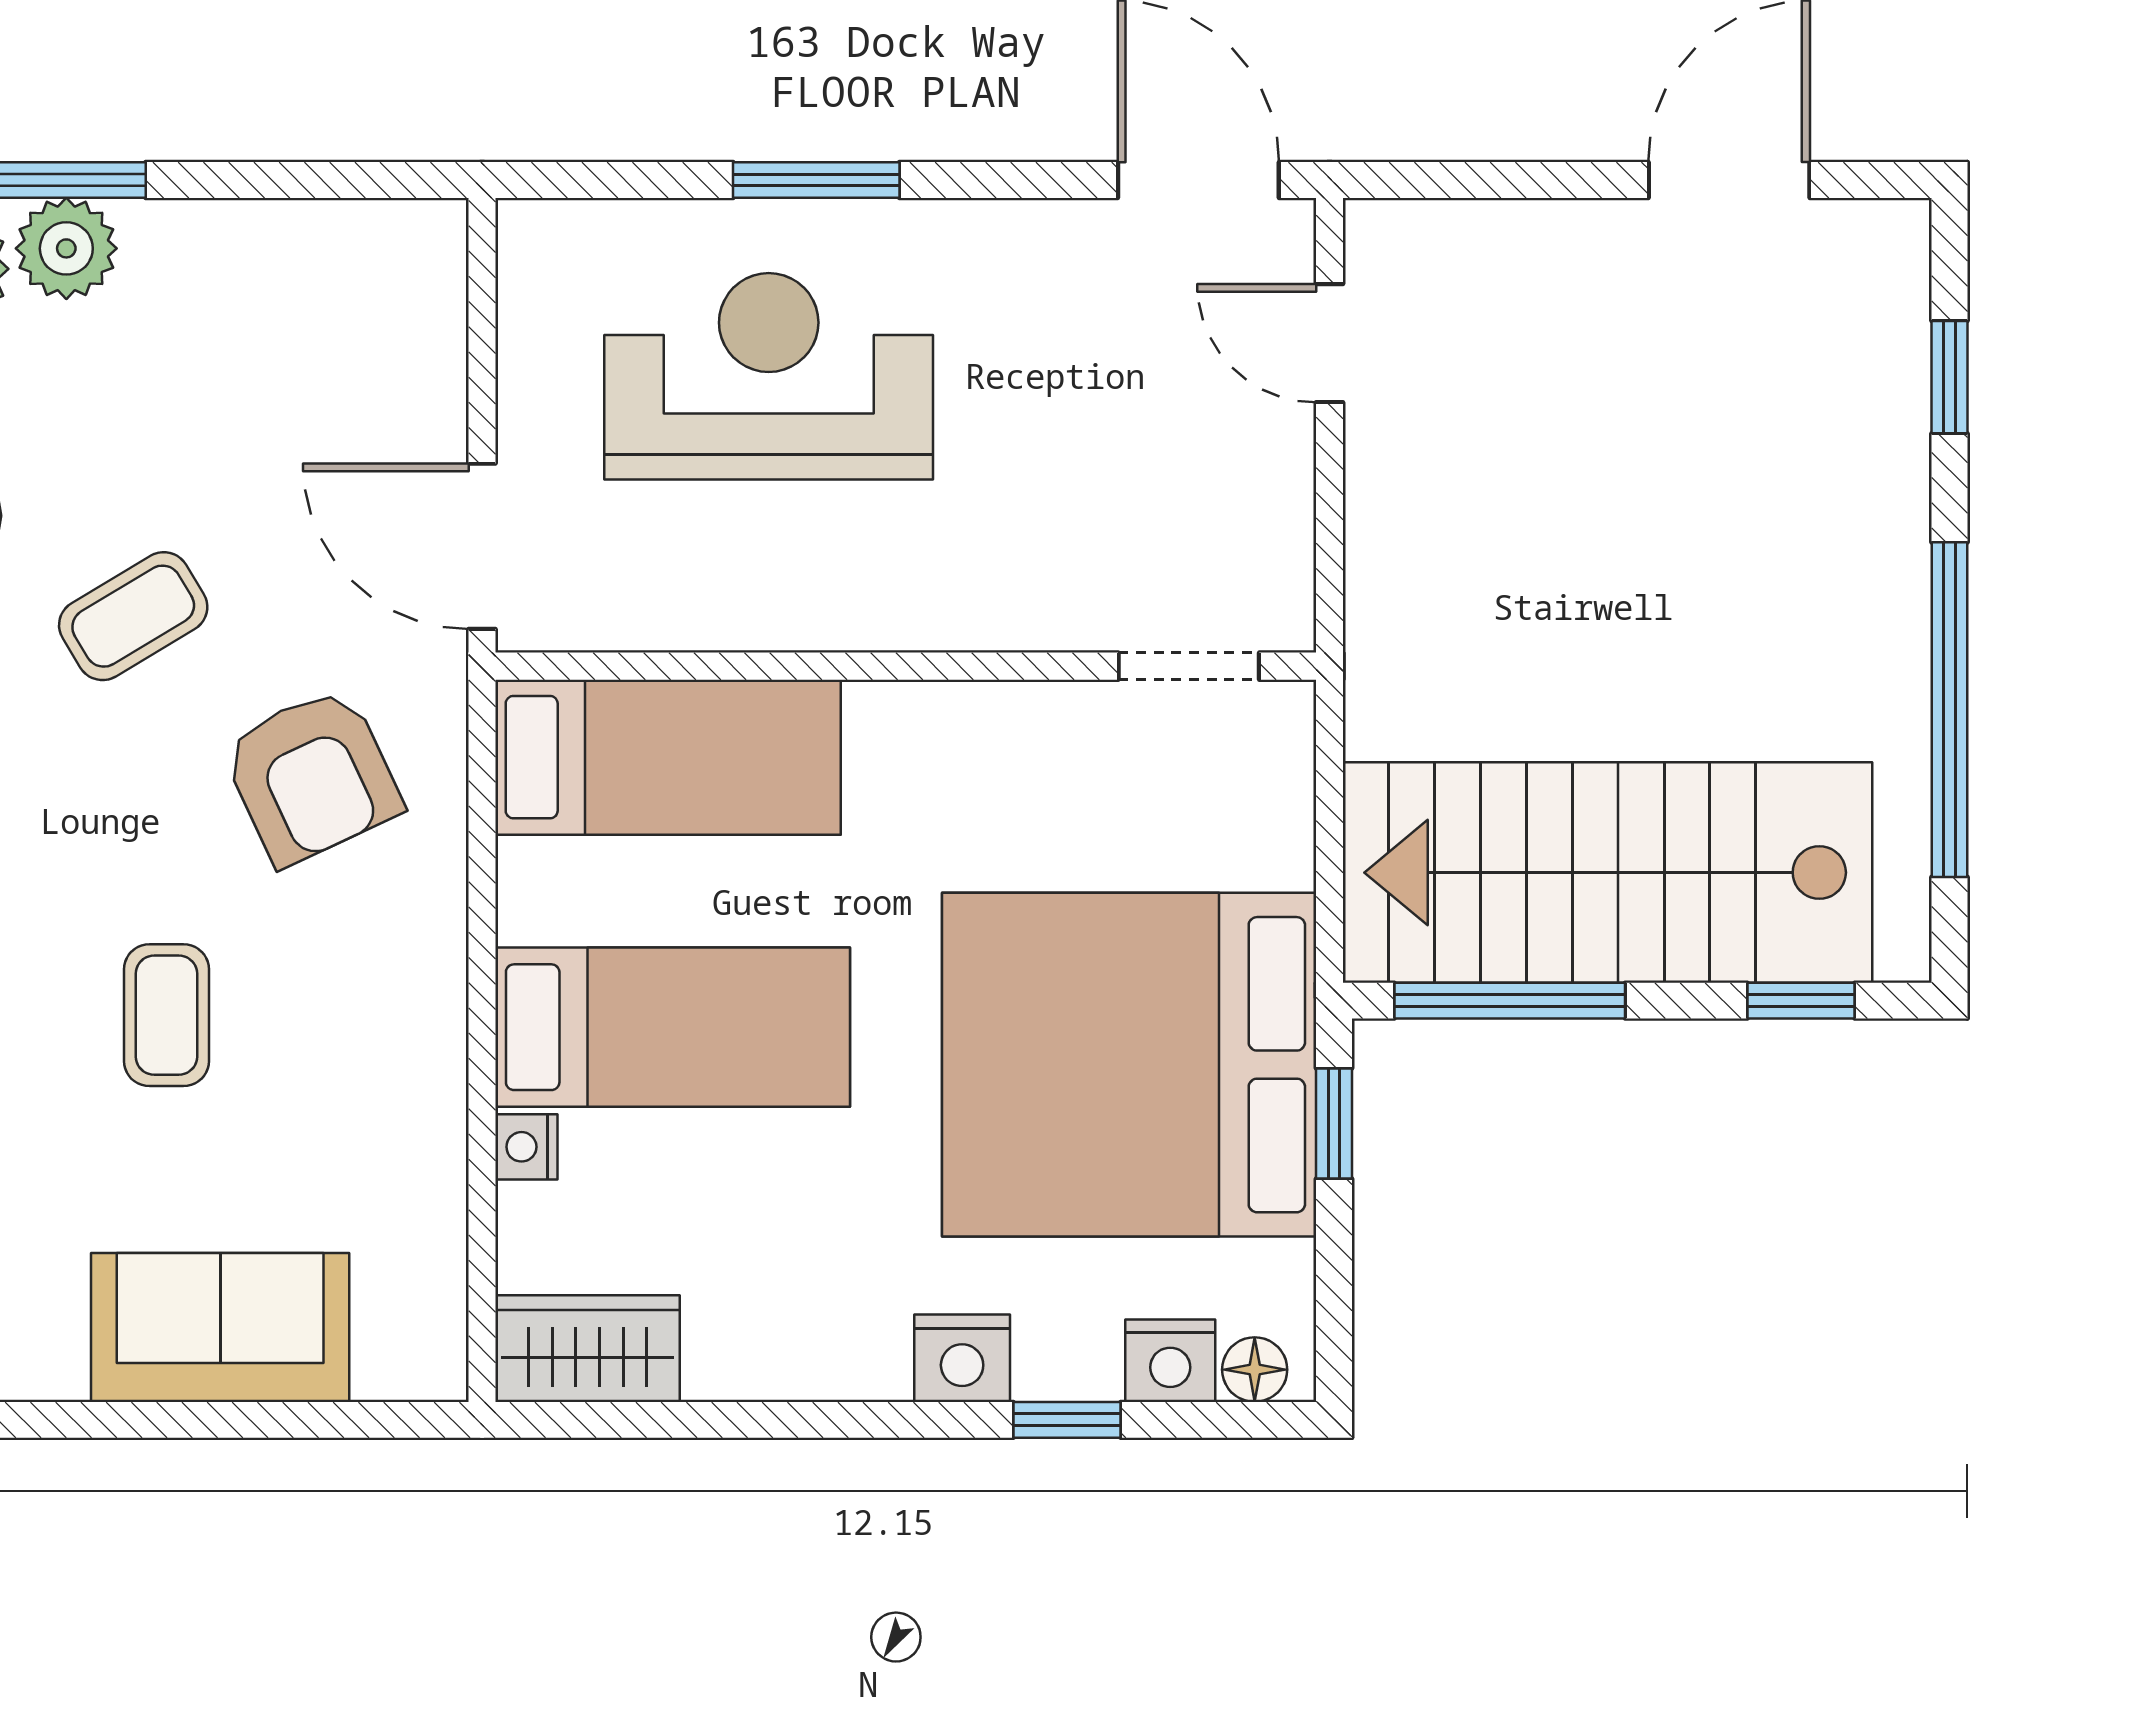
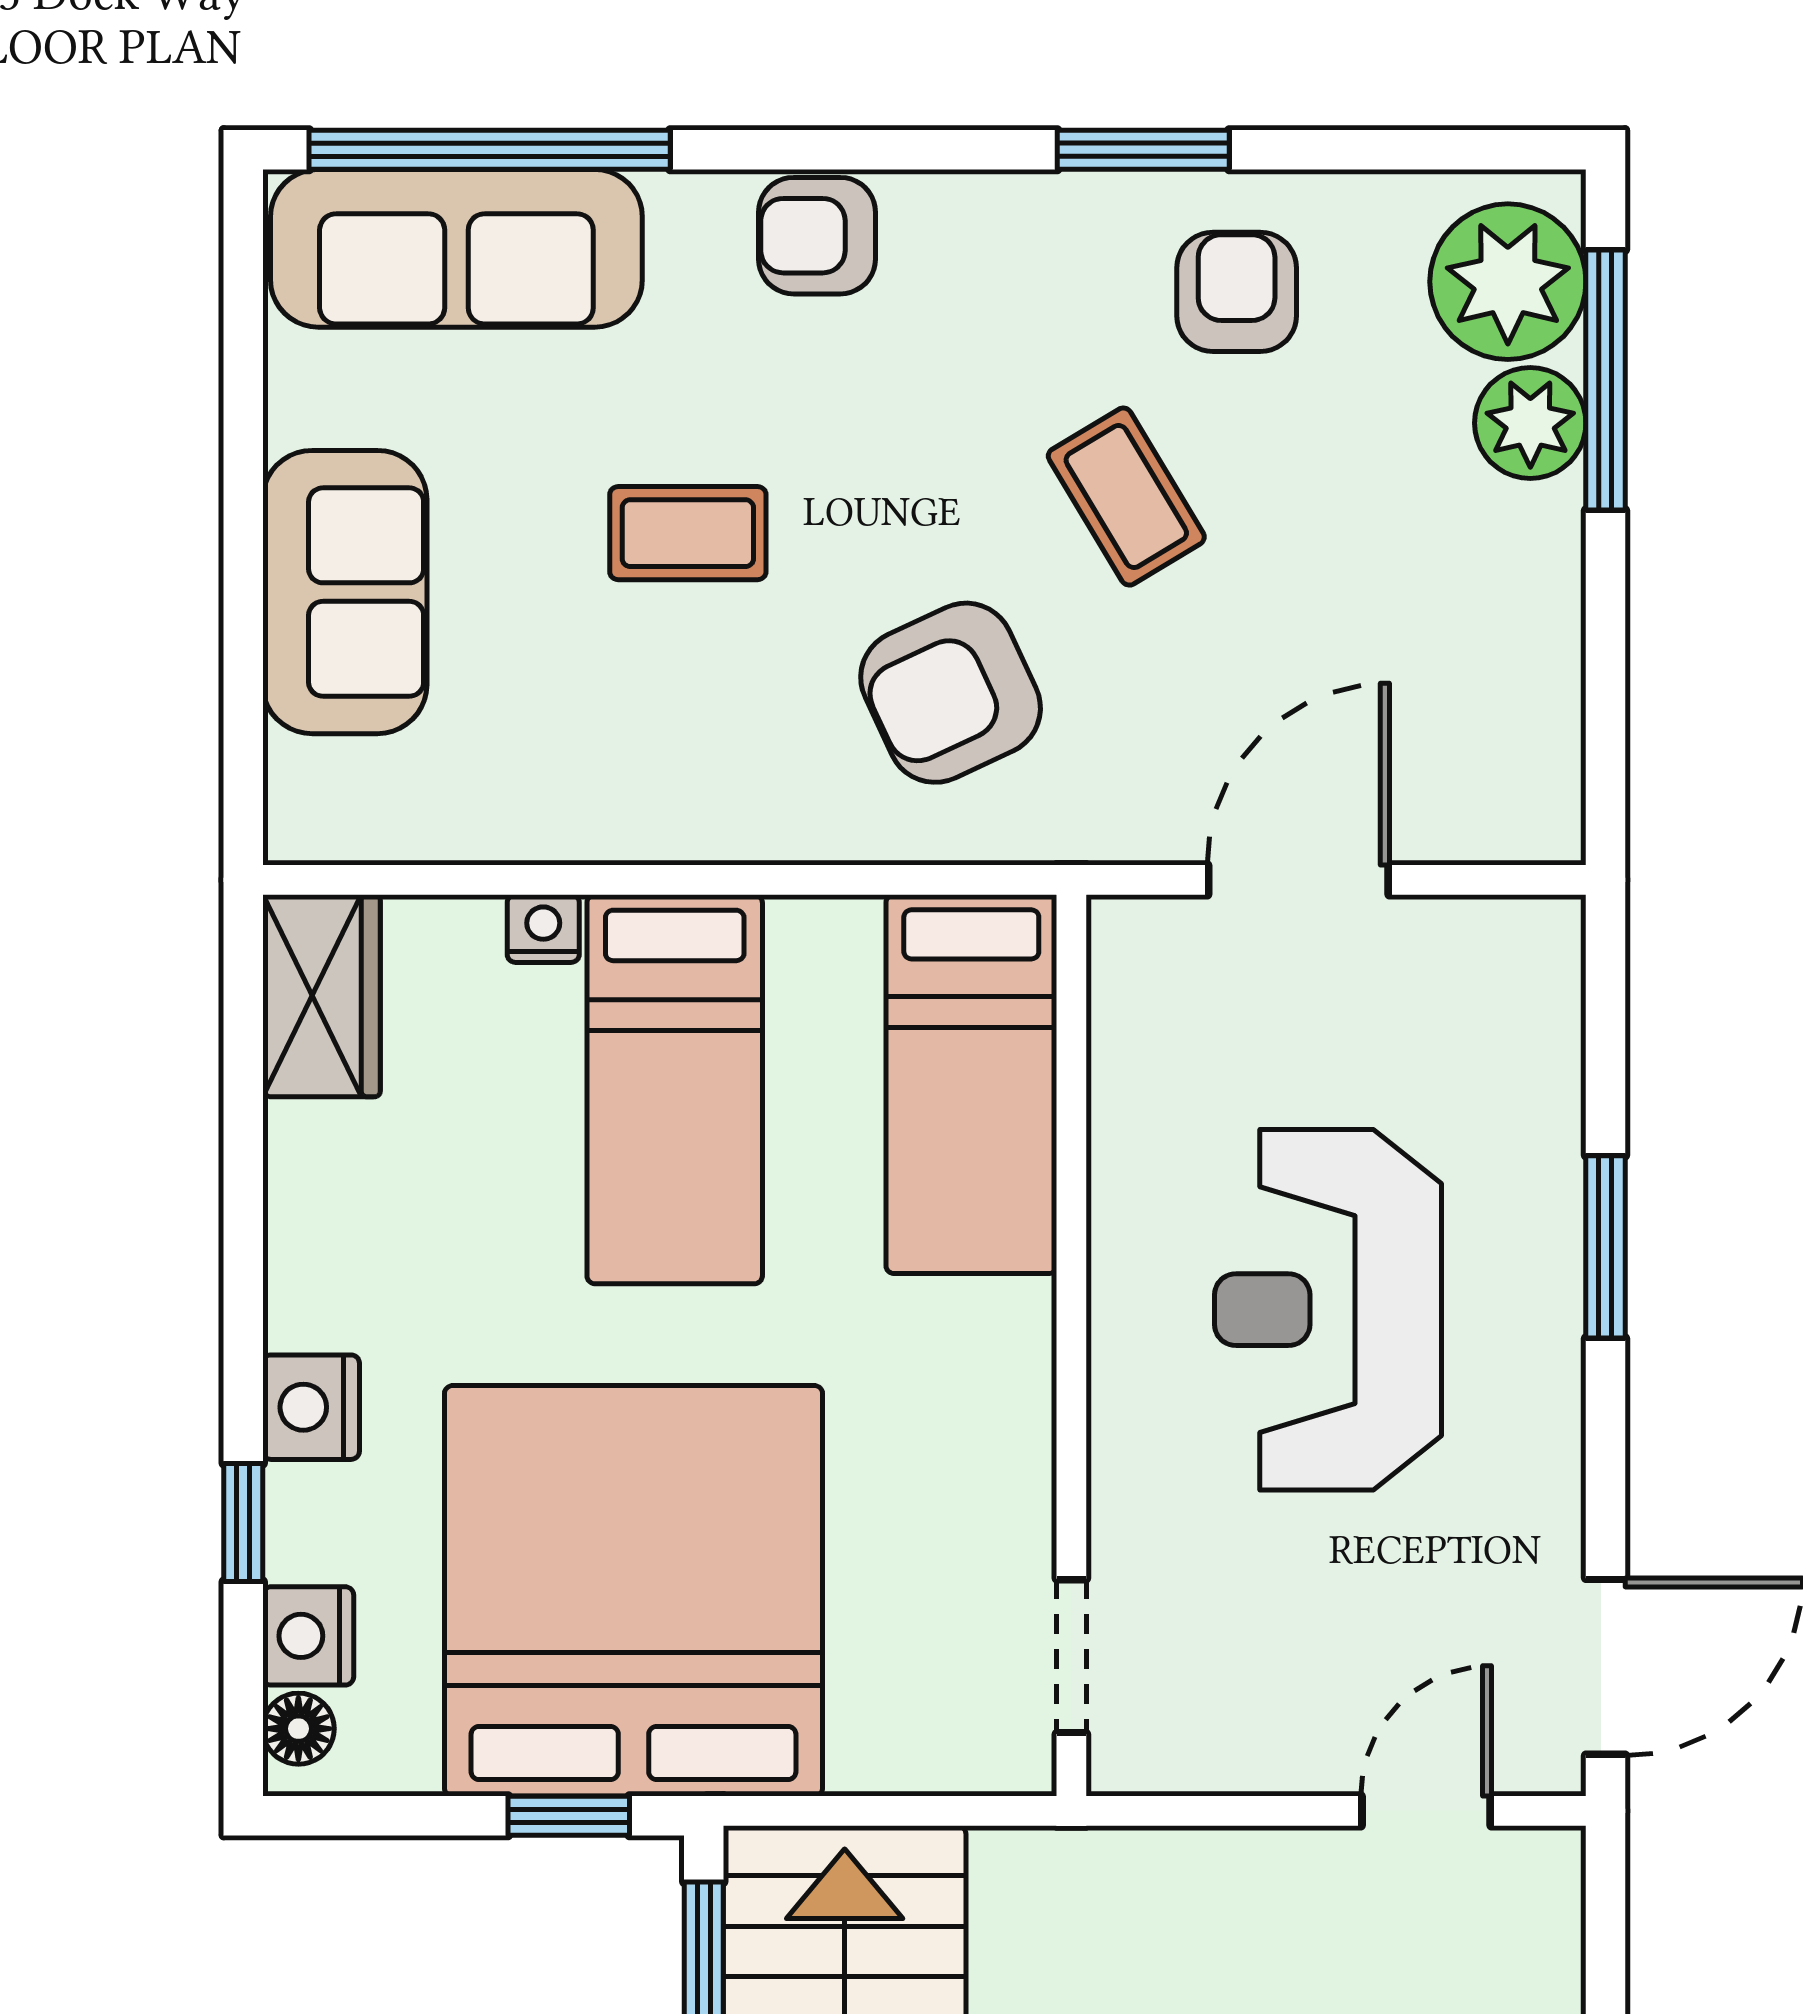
reception desk: (769, 376) -> (1328, 1310), moved, turned 180
door: (482, 546) -> (1298, 880), moved

